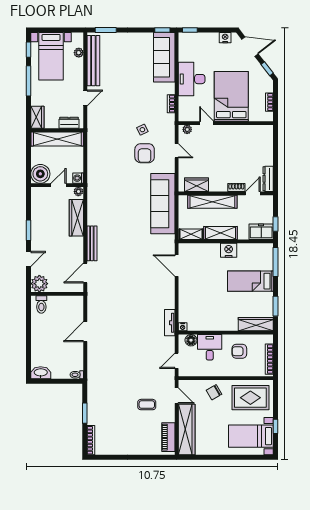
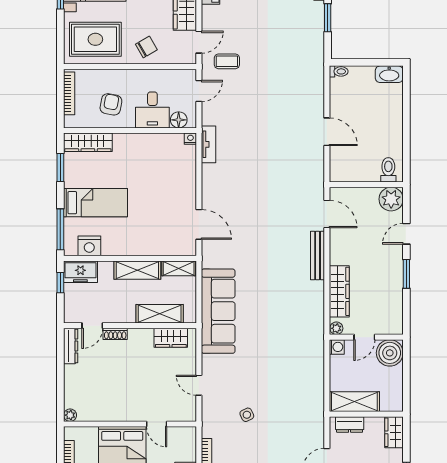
plant: (187, 129) -> (70, 415), moved
shelving: (57, 139) -> (354, 402), width x0.68
armchair: (145, 153) -> (244, 382), removed
shelving: (212, 202) -> (160, 314), width x0.68
nightstand: (229, 250) -> (89, 246), moved
door: (85, 273) -> (327, 214), hinge flipped
door: (85, 332) -> (327, 132), hinge flipped
armchair: (239, 351) -> (111, 104), turned -79
door: (177, 396) -> (199, 42), swing flipped
coffee table: (147, 405) -> (227, 61), moved

